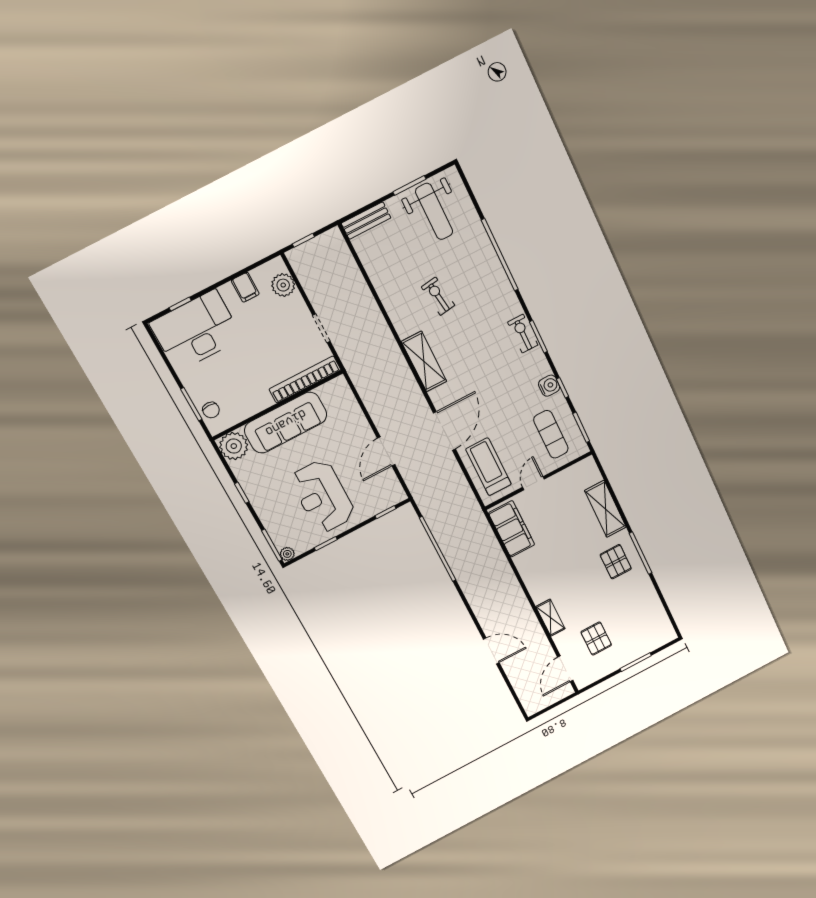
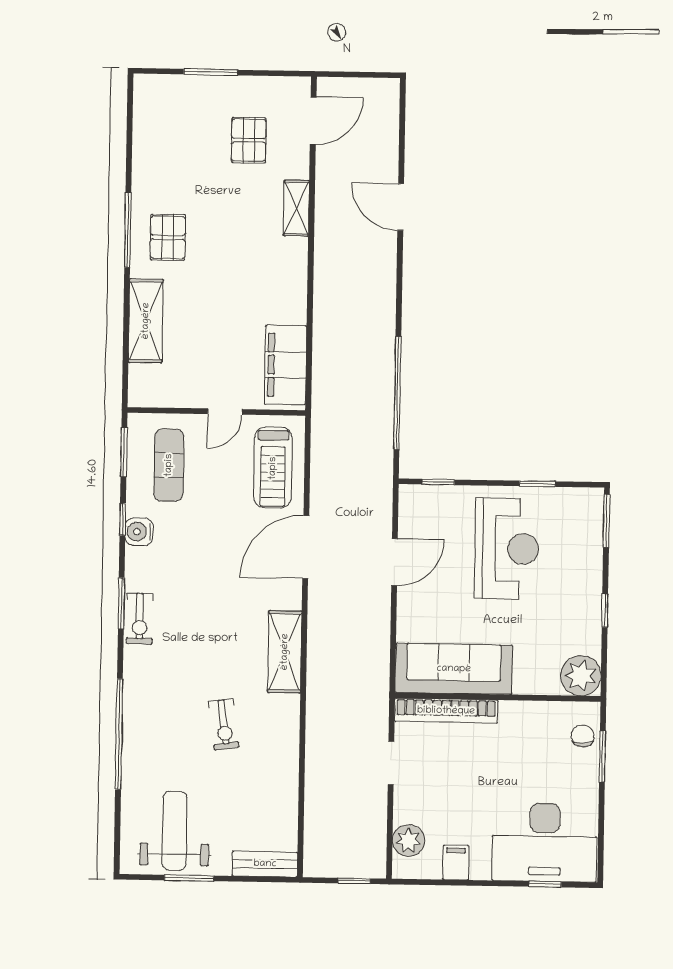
sofa: (286, 423) -> (454, 669), moved
plant: (287, 554) -> (594, 498), removed

